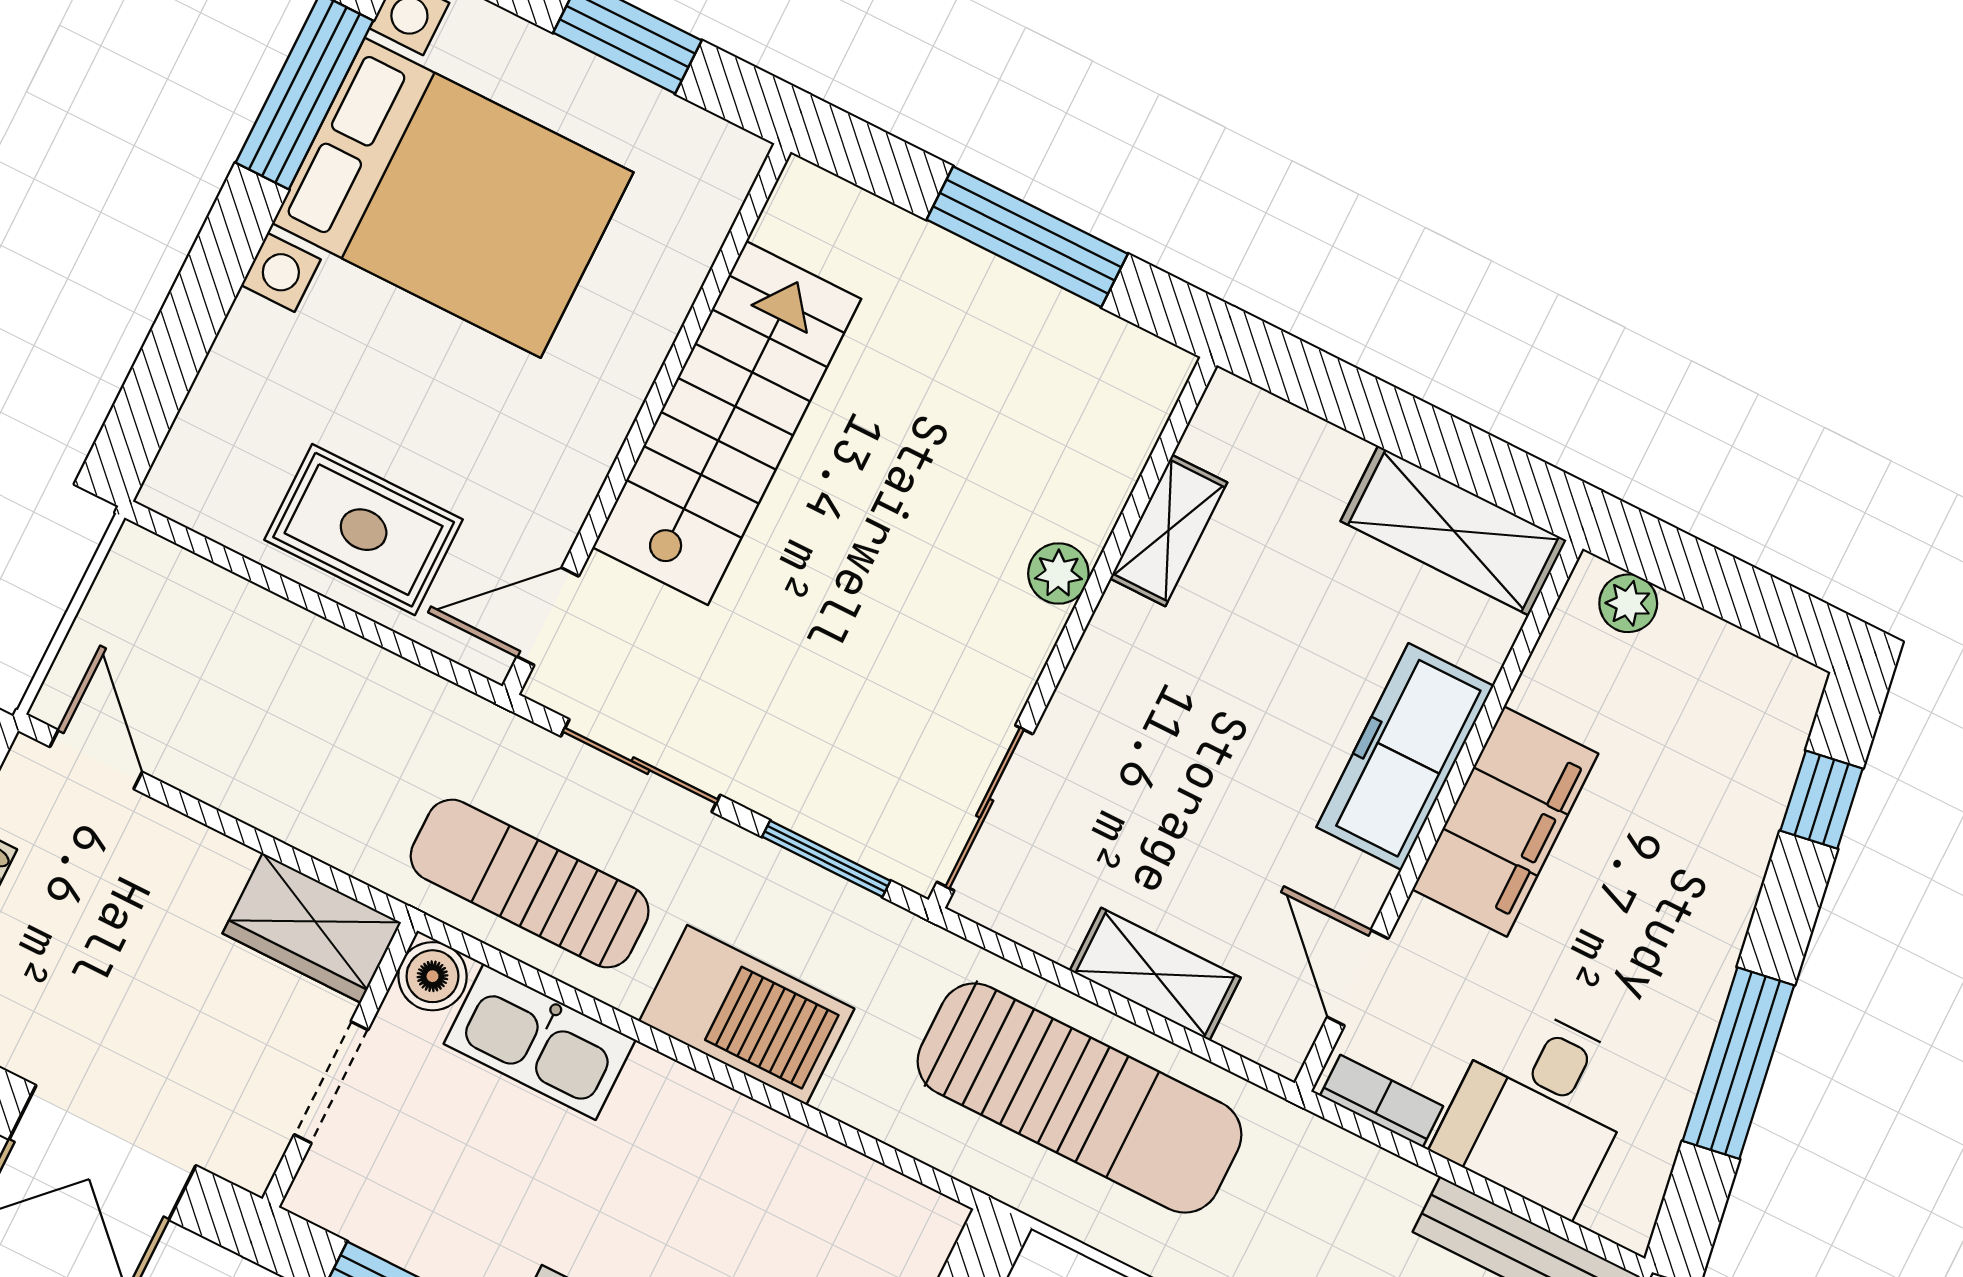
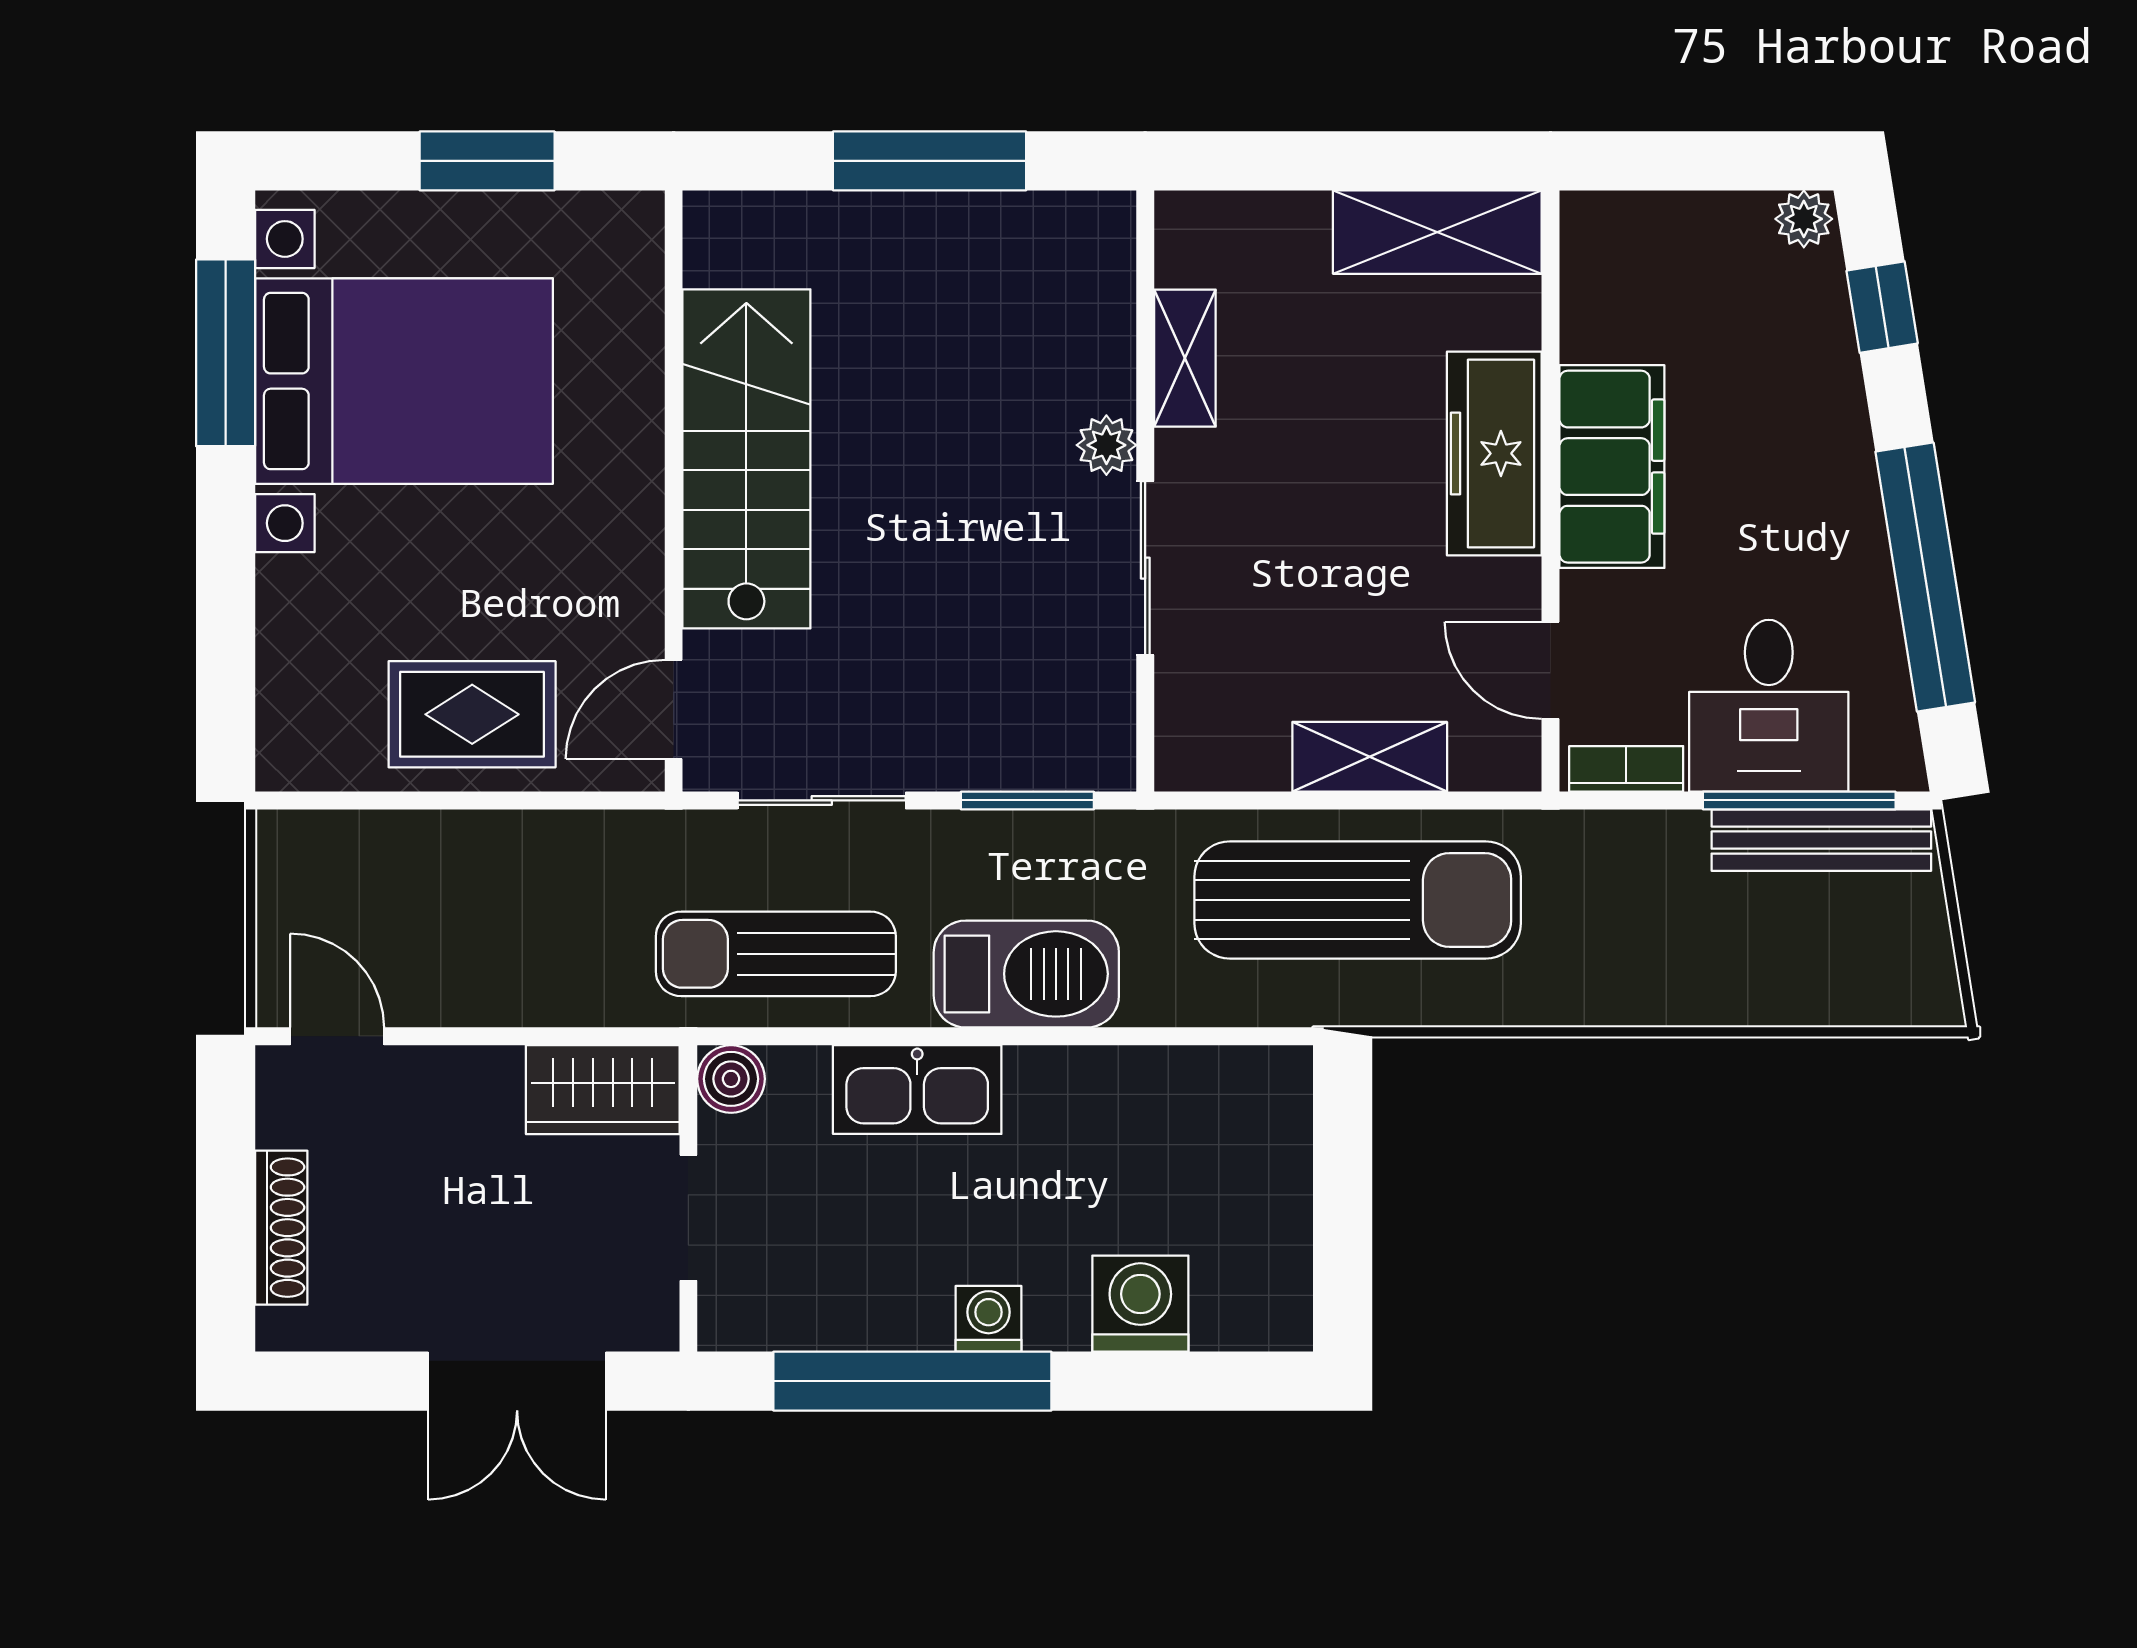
plant: (1628, 603) -> (1804, 219), moved
sliding door: (985, 808) -> (1145, 568), moved
kitchen sink: (540, 1042) -> (917, 1090), moved
window: (1738, 1063) -> (1925, 577), width x1.46
window: (1523, 1208) -> (1799, 800), added

